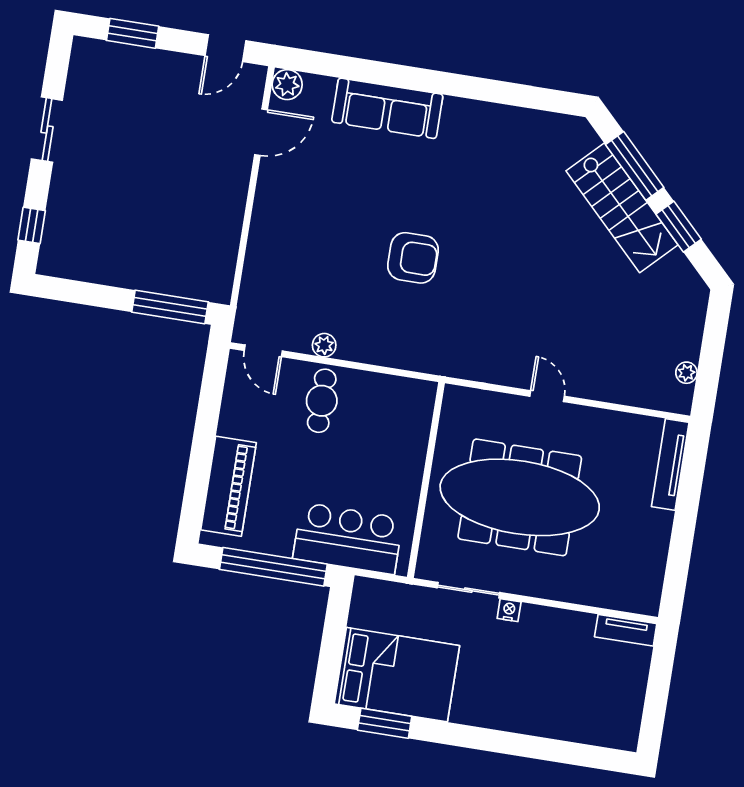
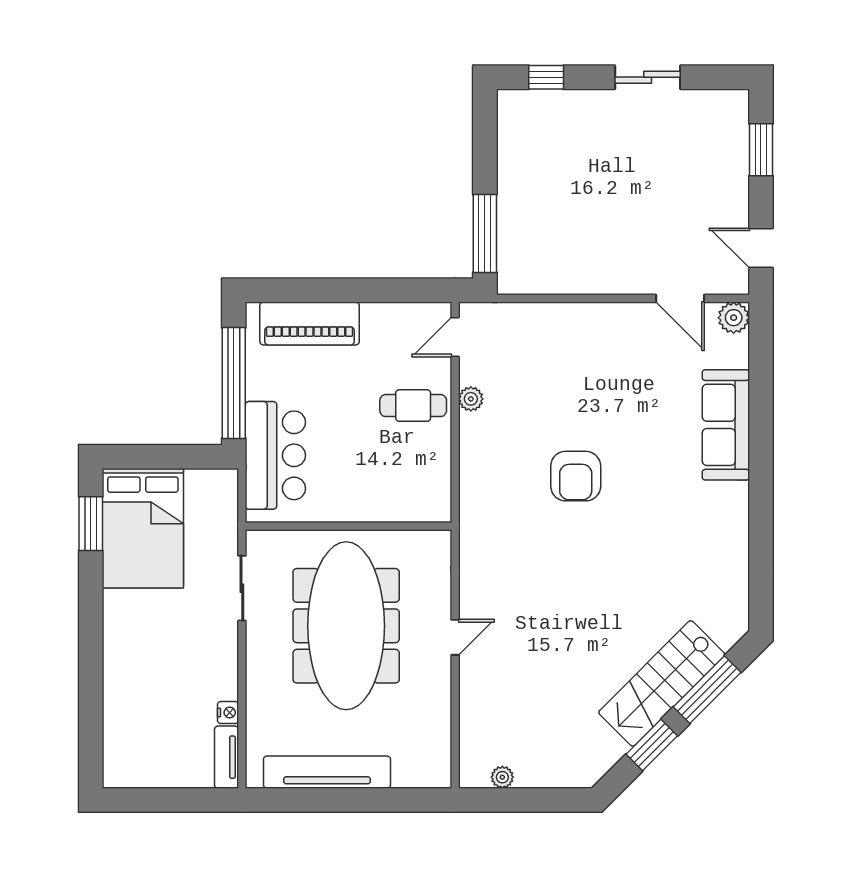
tv unit: (670, 464) -> (327, 772), moved, width x1.36, depth x1.29
nightstand: (509, 610) -> (228, 713), moved

